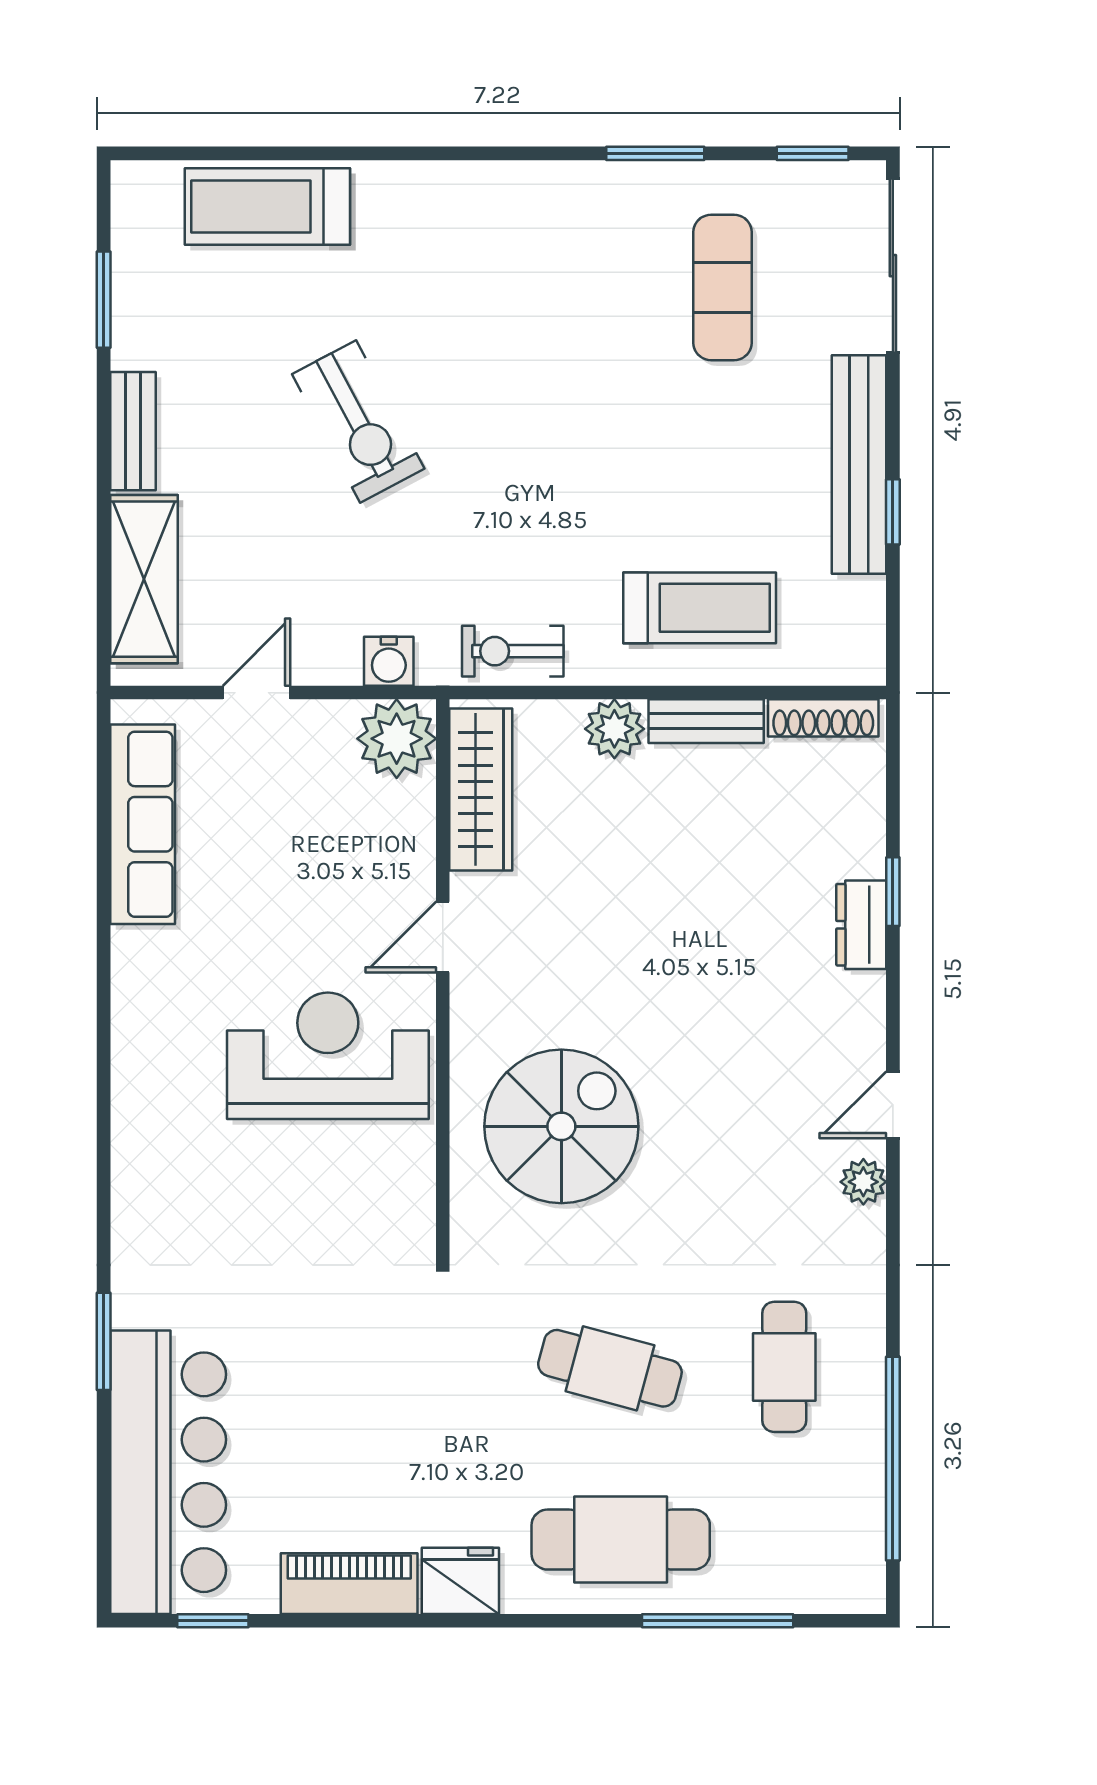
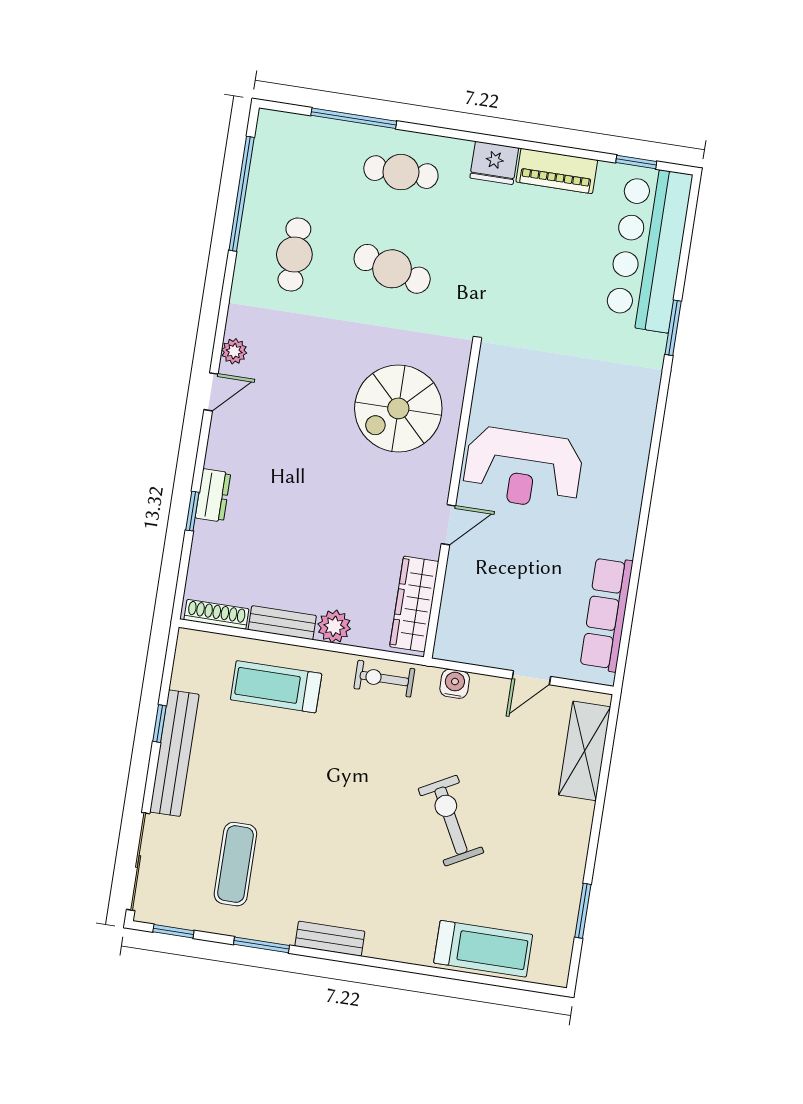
bench: (133, 431) -> (330, 939), moved, turned 90
exercise bike: (513, 651) -> (384, 679), turned 180
plant: (397, 739) -> (457, 640), removed
cafe table: (621, 1540) -> (401, 172), width x0.73, depth x0.74

